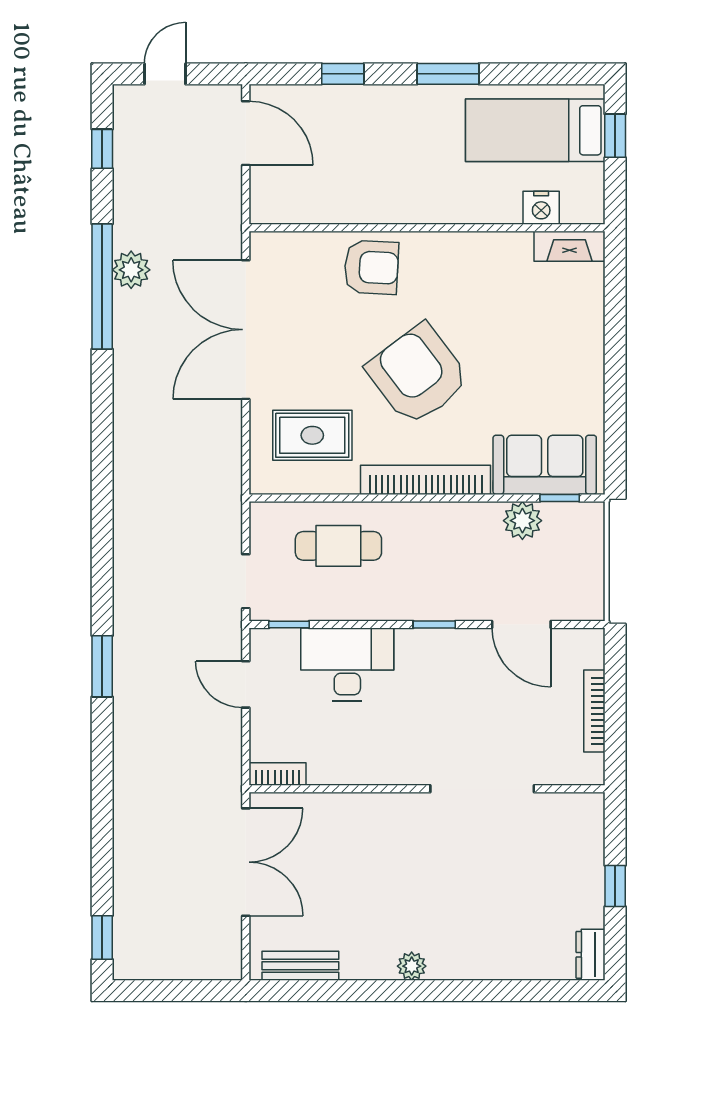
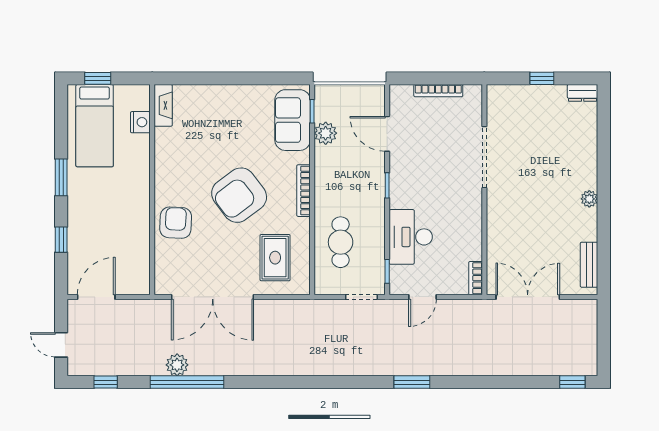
bookcase: (426, 480) -> (304, 191), width x0.68, depth x0.76
door: (521, 625) -> (387, 134), swing flipped

